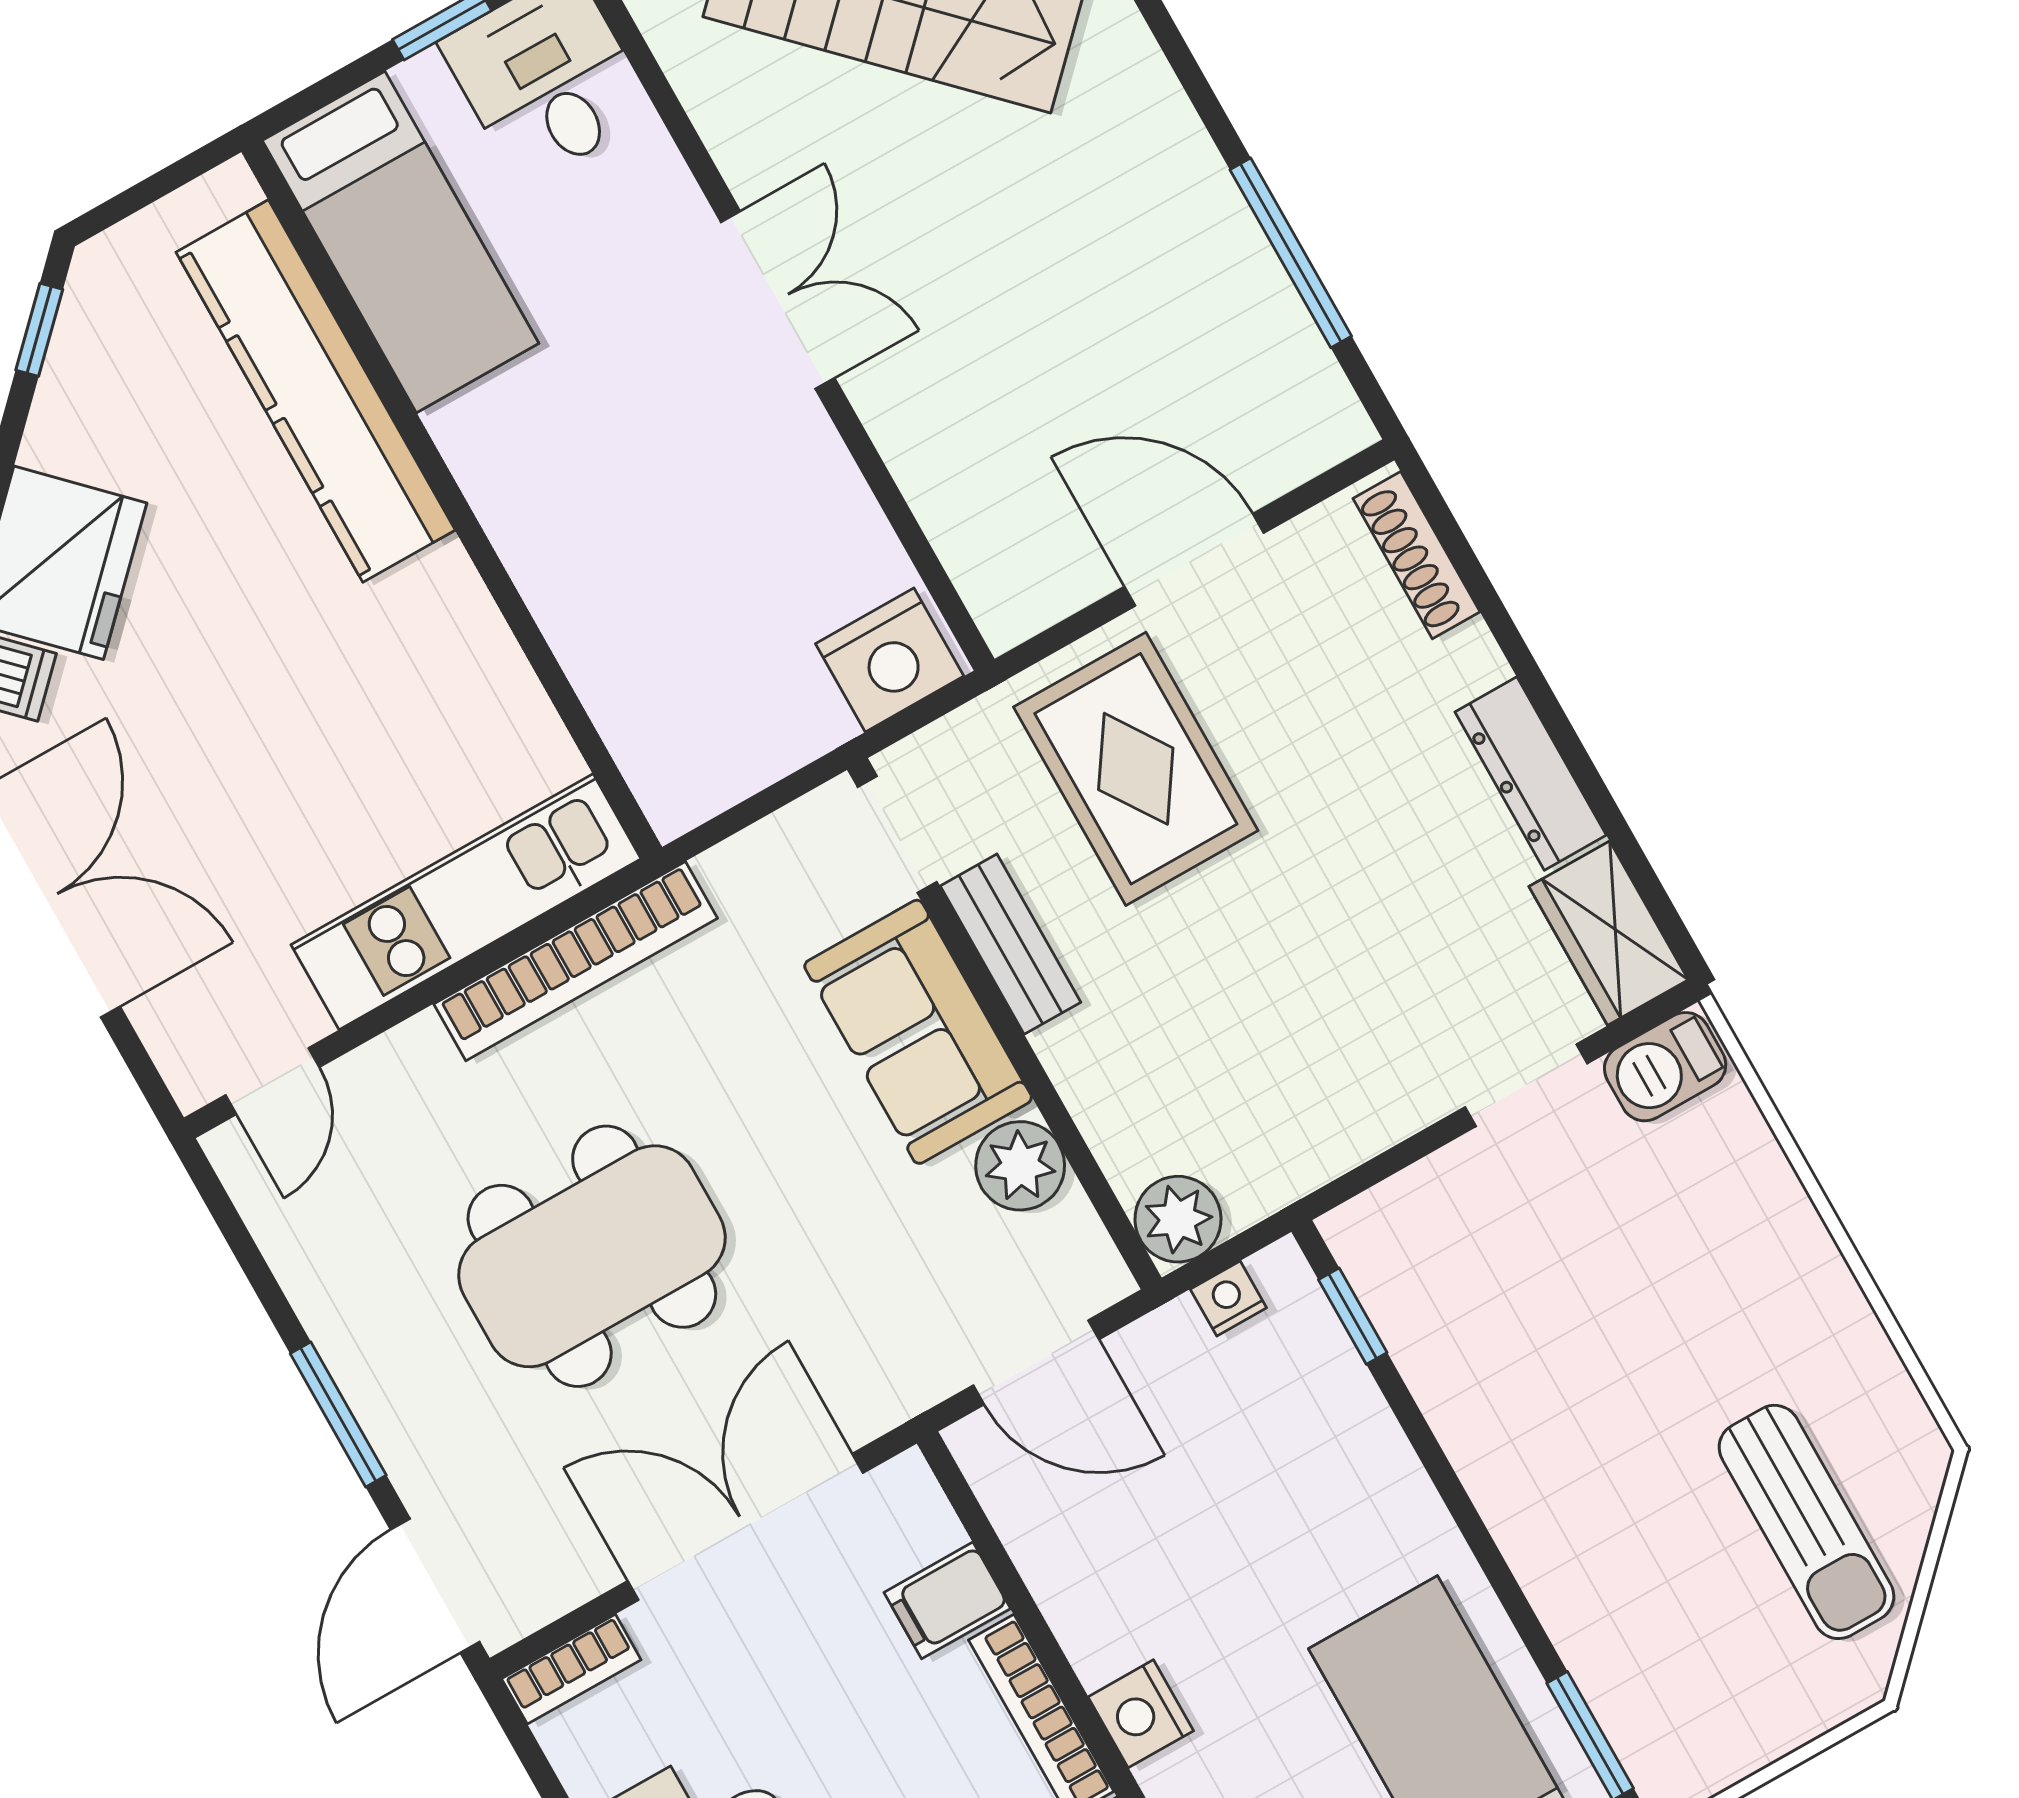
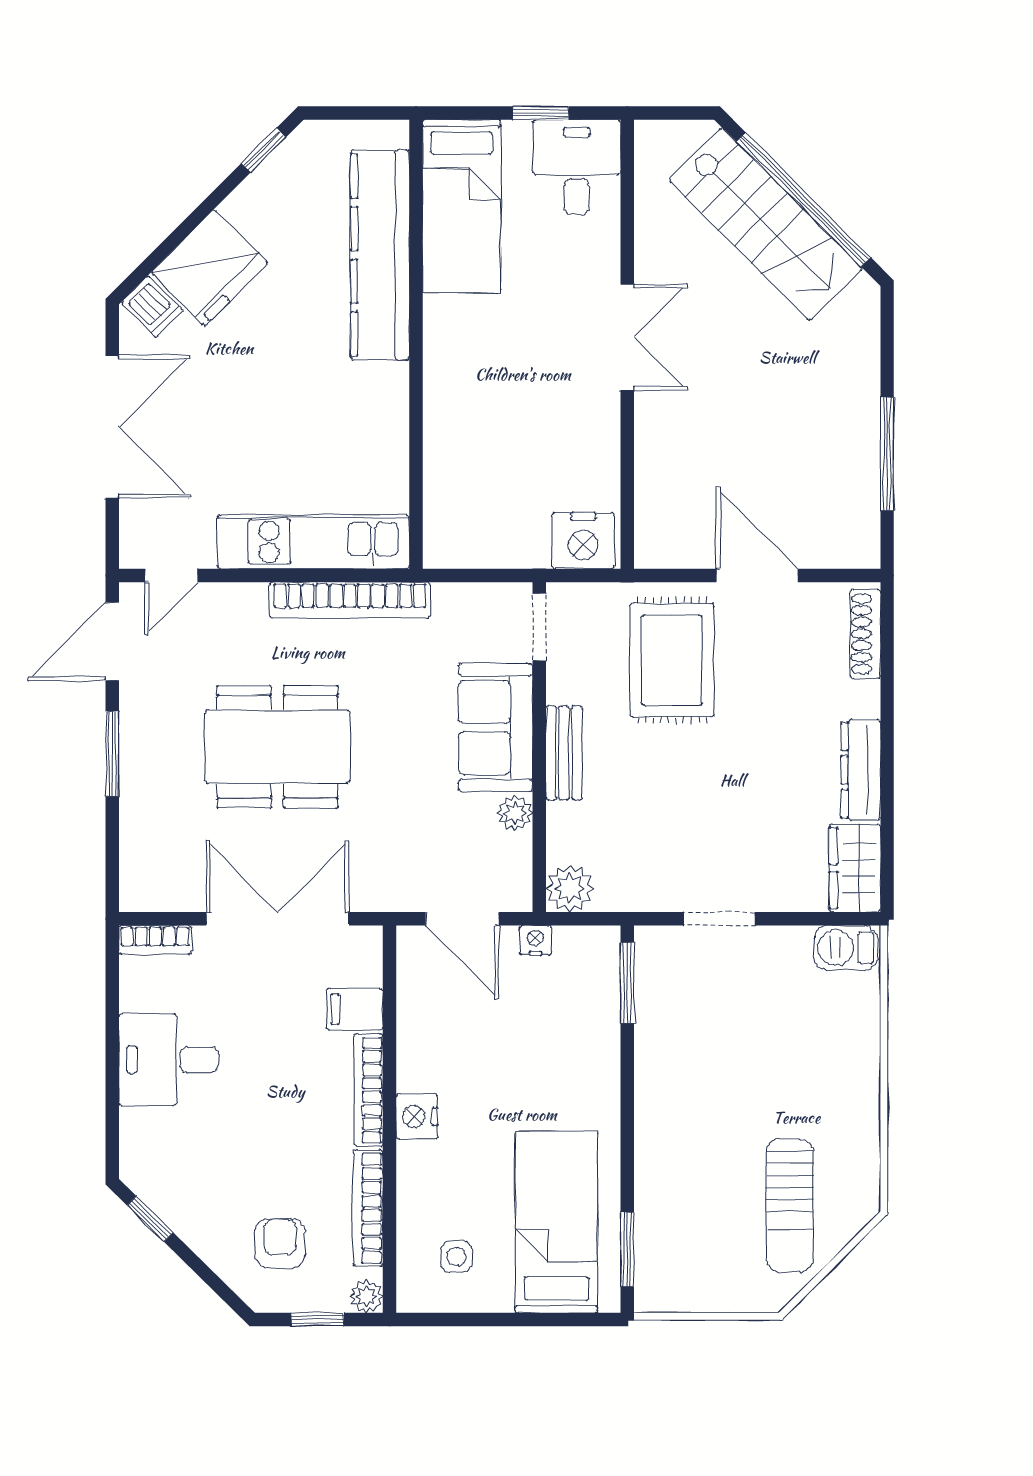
bench: (1010, 944) -> (564, 753), moved
doorway: (1526, 1085) -> (719, 919), moved
plant: (1020, 1166) -> (515, 813), width x0.73, depth x0.73
nightstand: (1228, 1298) -> (535, 940), moved
window: (1353, 1316) -> (627, 983), width x1.50
door: (435, 1586) -> (112, 641), moved

